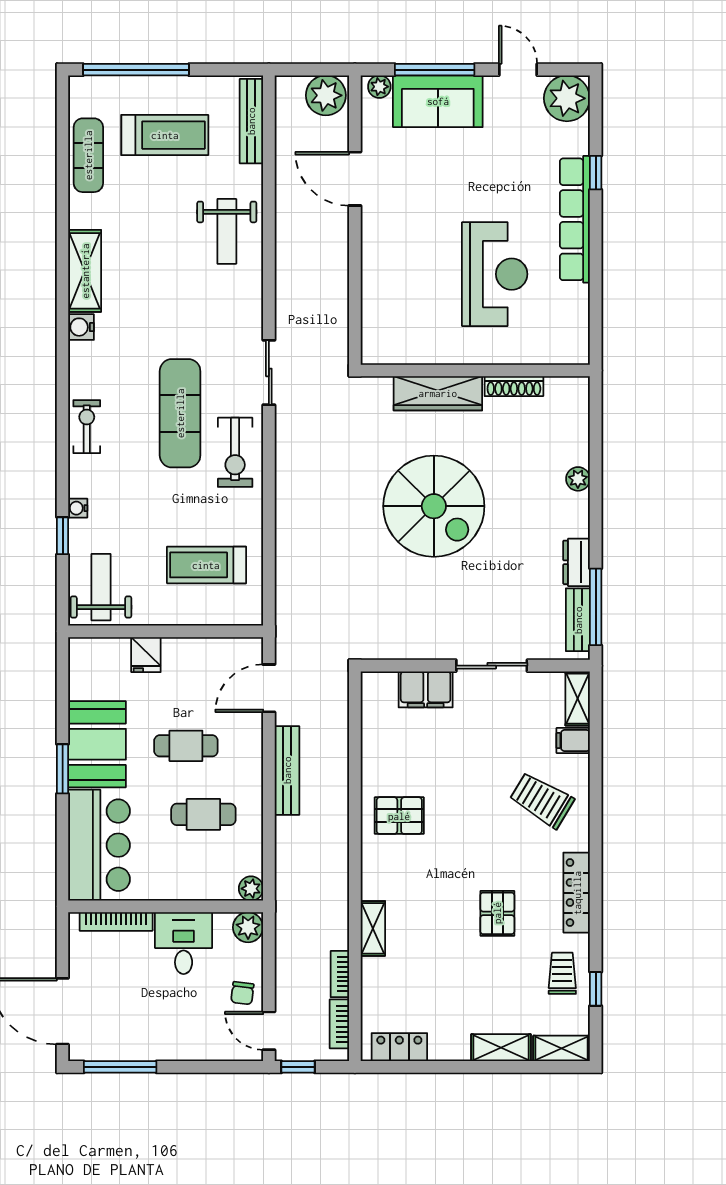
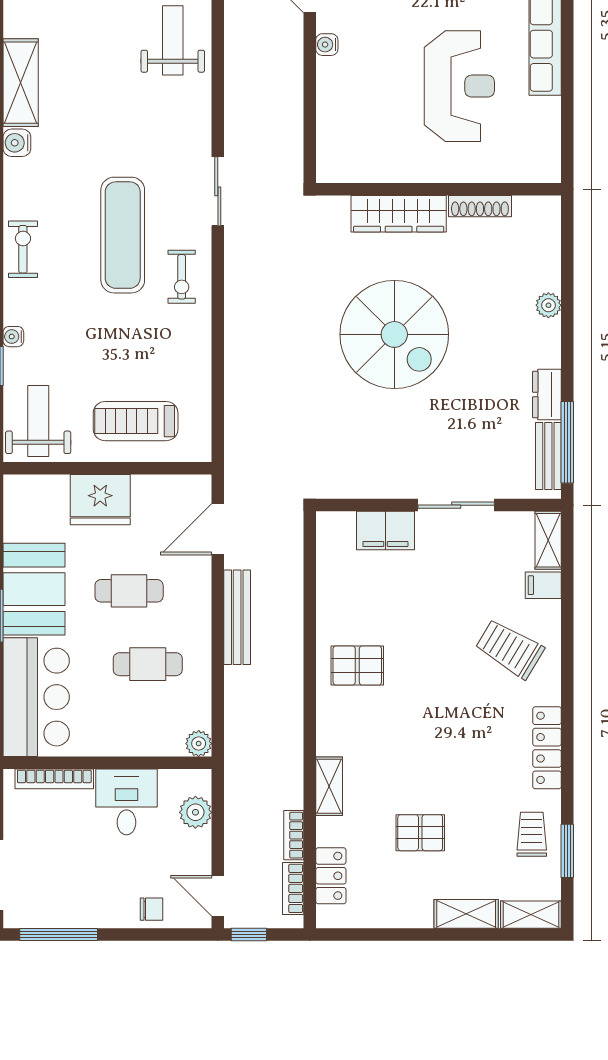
weight bench: (227, 231) -> (173, 40), turned 180
water cooler: (371, 235) -> (327, 45), added
exercise bike: (235, 452) -> (182, 277), width x0.73, depth x0.72
treadmill: (206, 565) -> (136, 421), moved
fridge: (146, 655) -> (100, 500), width x1.88, depth x1.34
pallet: (497, 913) -> (420, 833), moved, turned 90
plant: (248, 927) -> (195, 812), moved
window: (596, 989) -> (567, 851), width x1.50
chair: (242, 993) -> (151, 909), moved, turned -97
locker: (399, 1047) -> (331, 876), moved, turned 90

